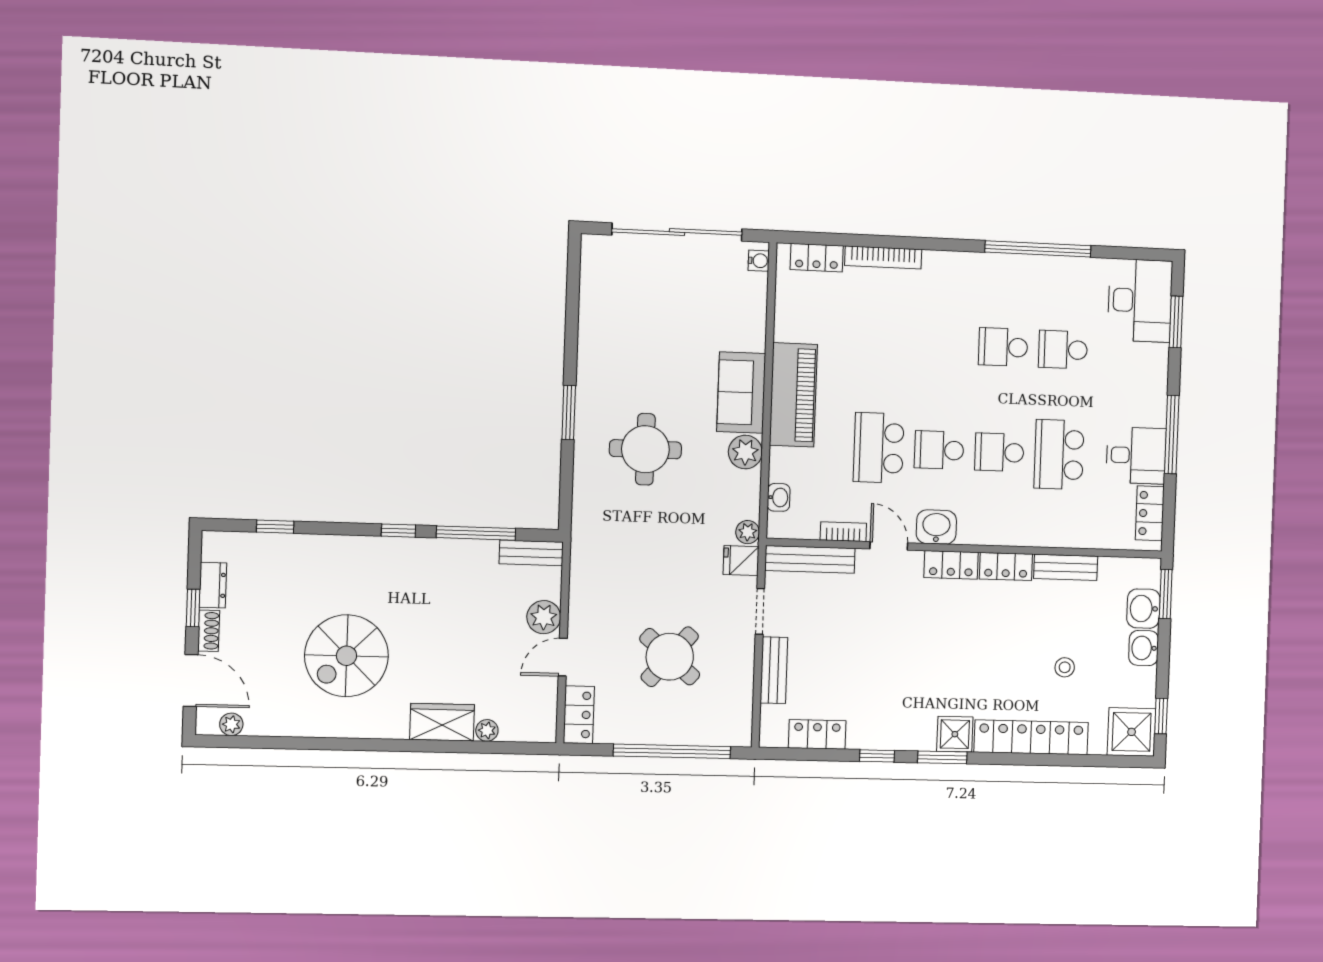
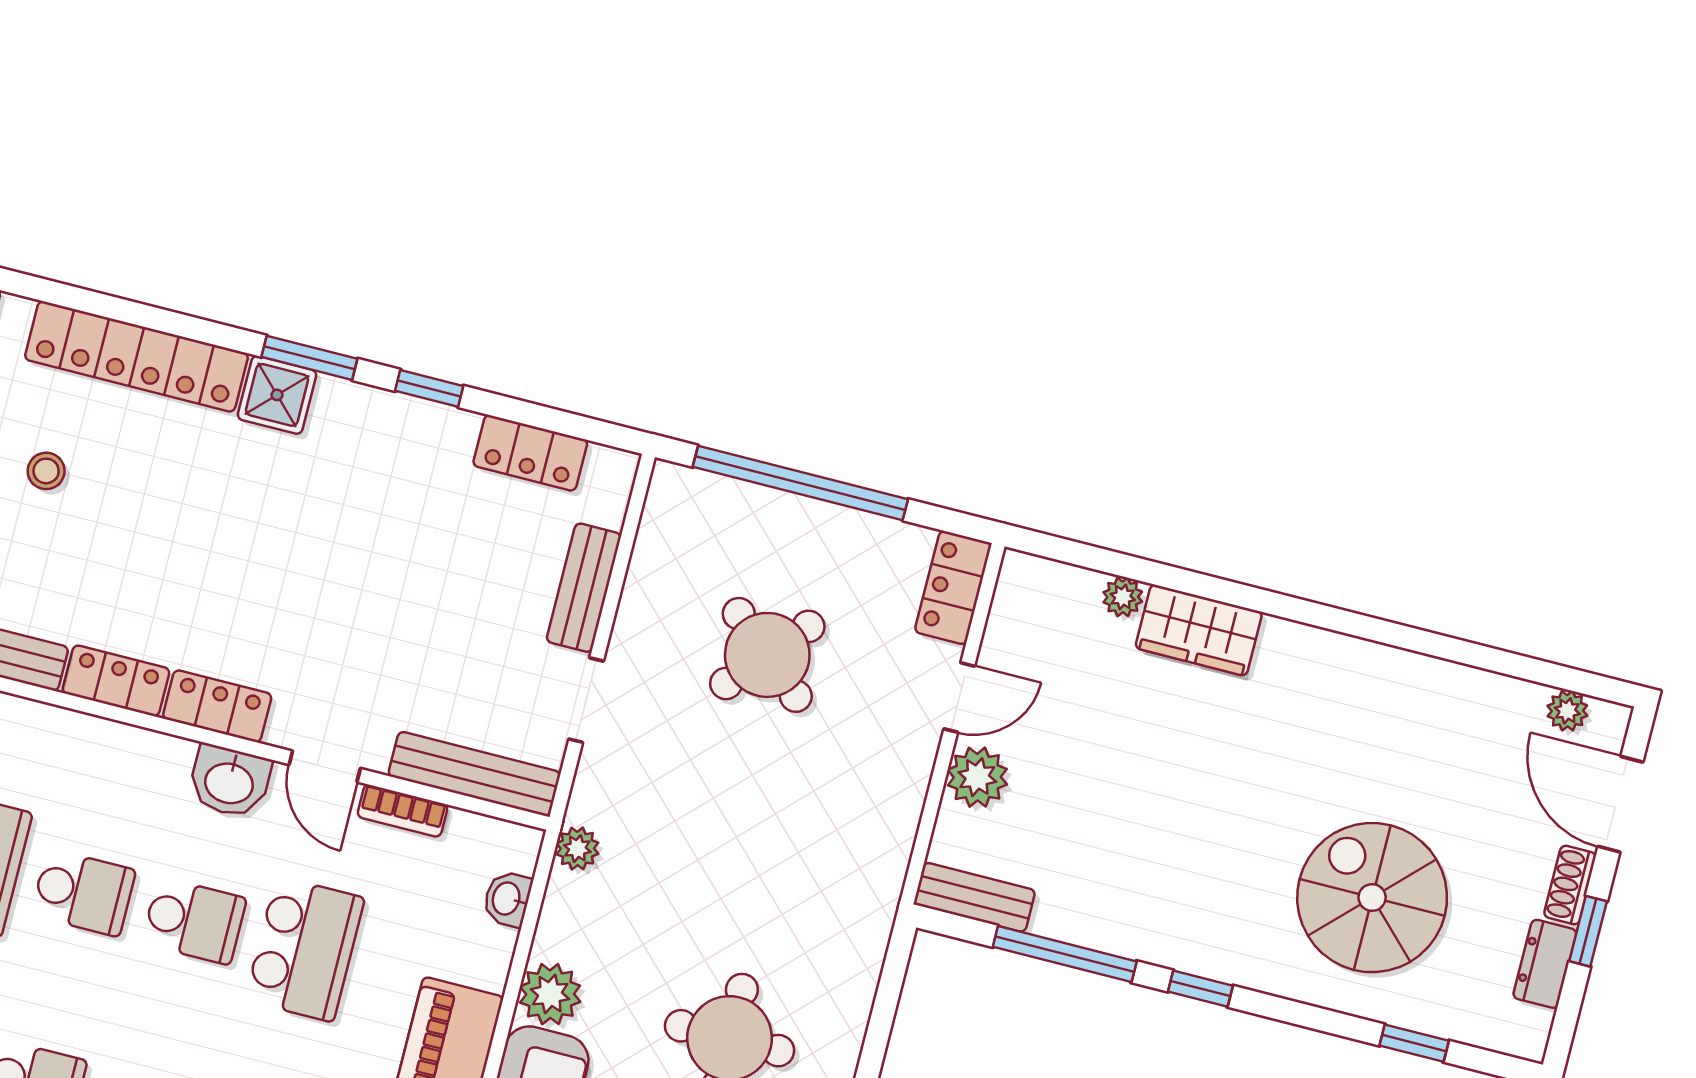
fridge: (741, 561) -> (601, 800), removed
spiral stairs: (346, 656) -> (1372, 898), moved, turned -90

